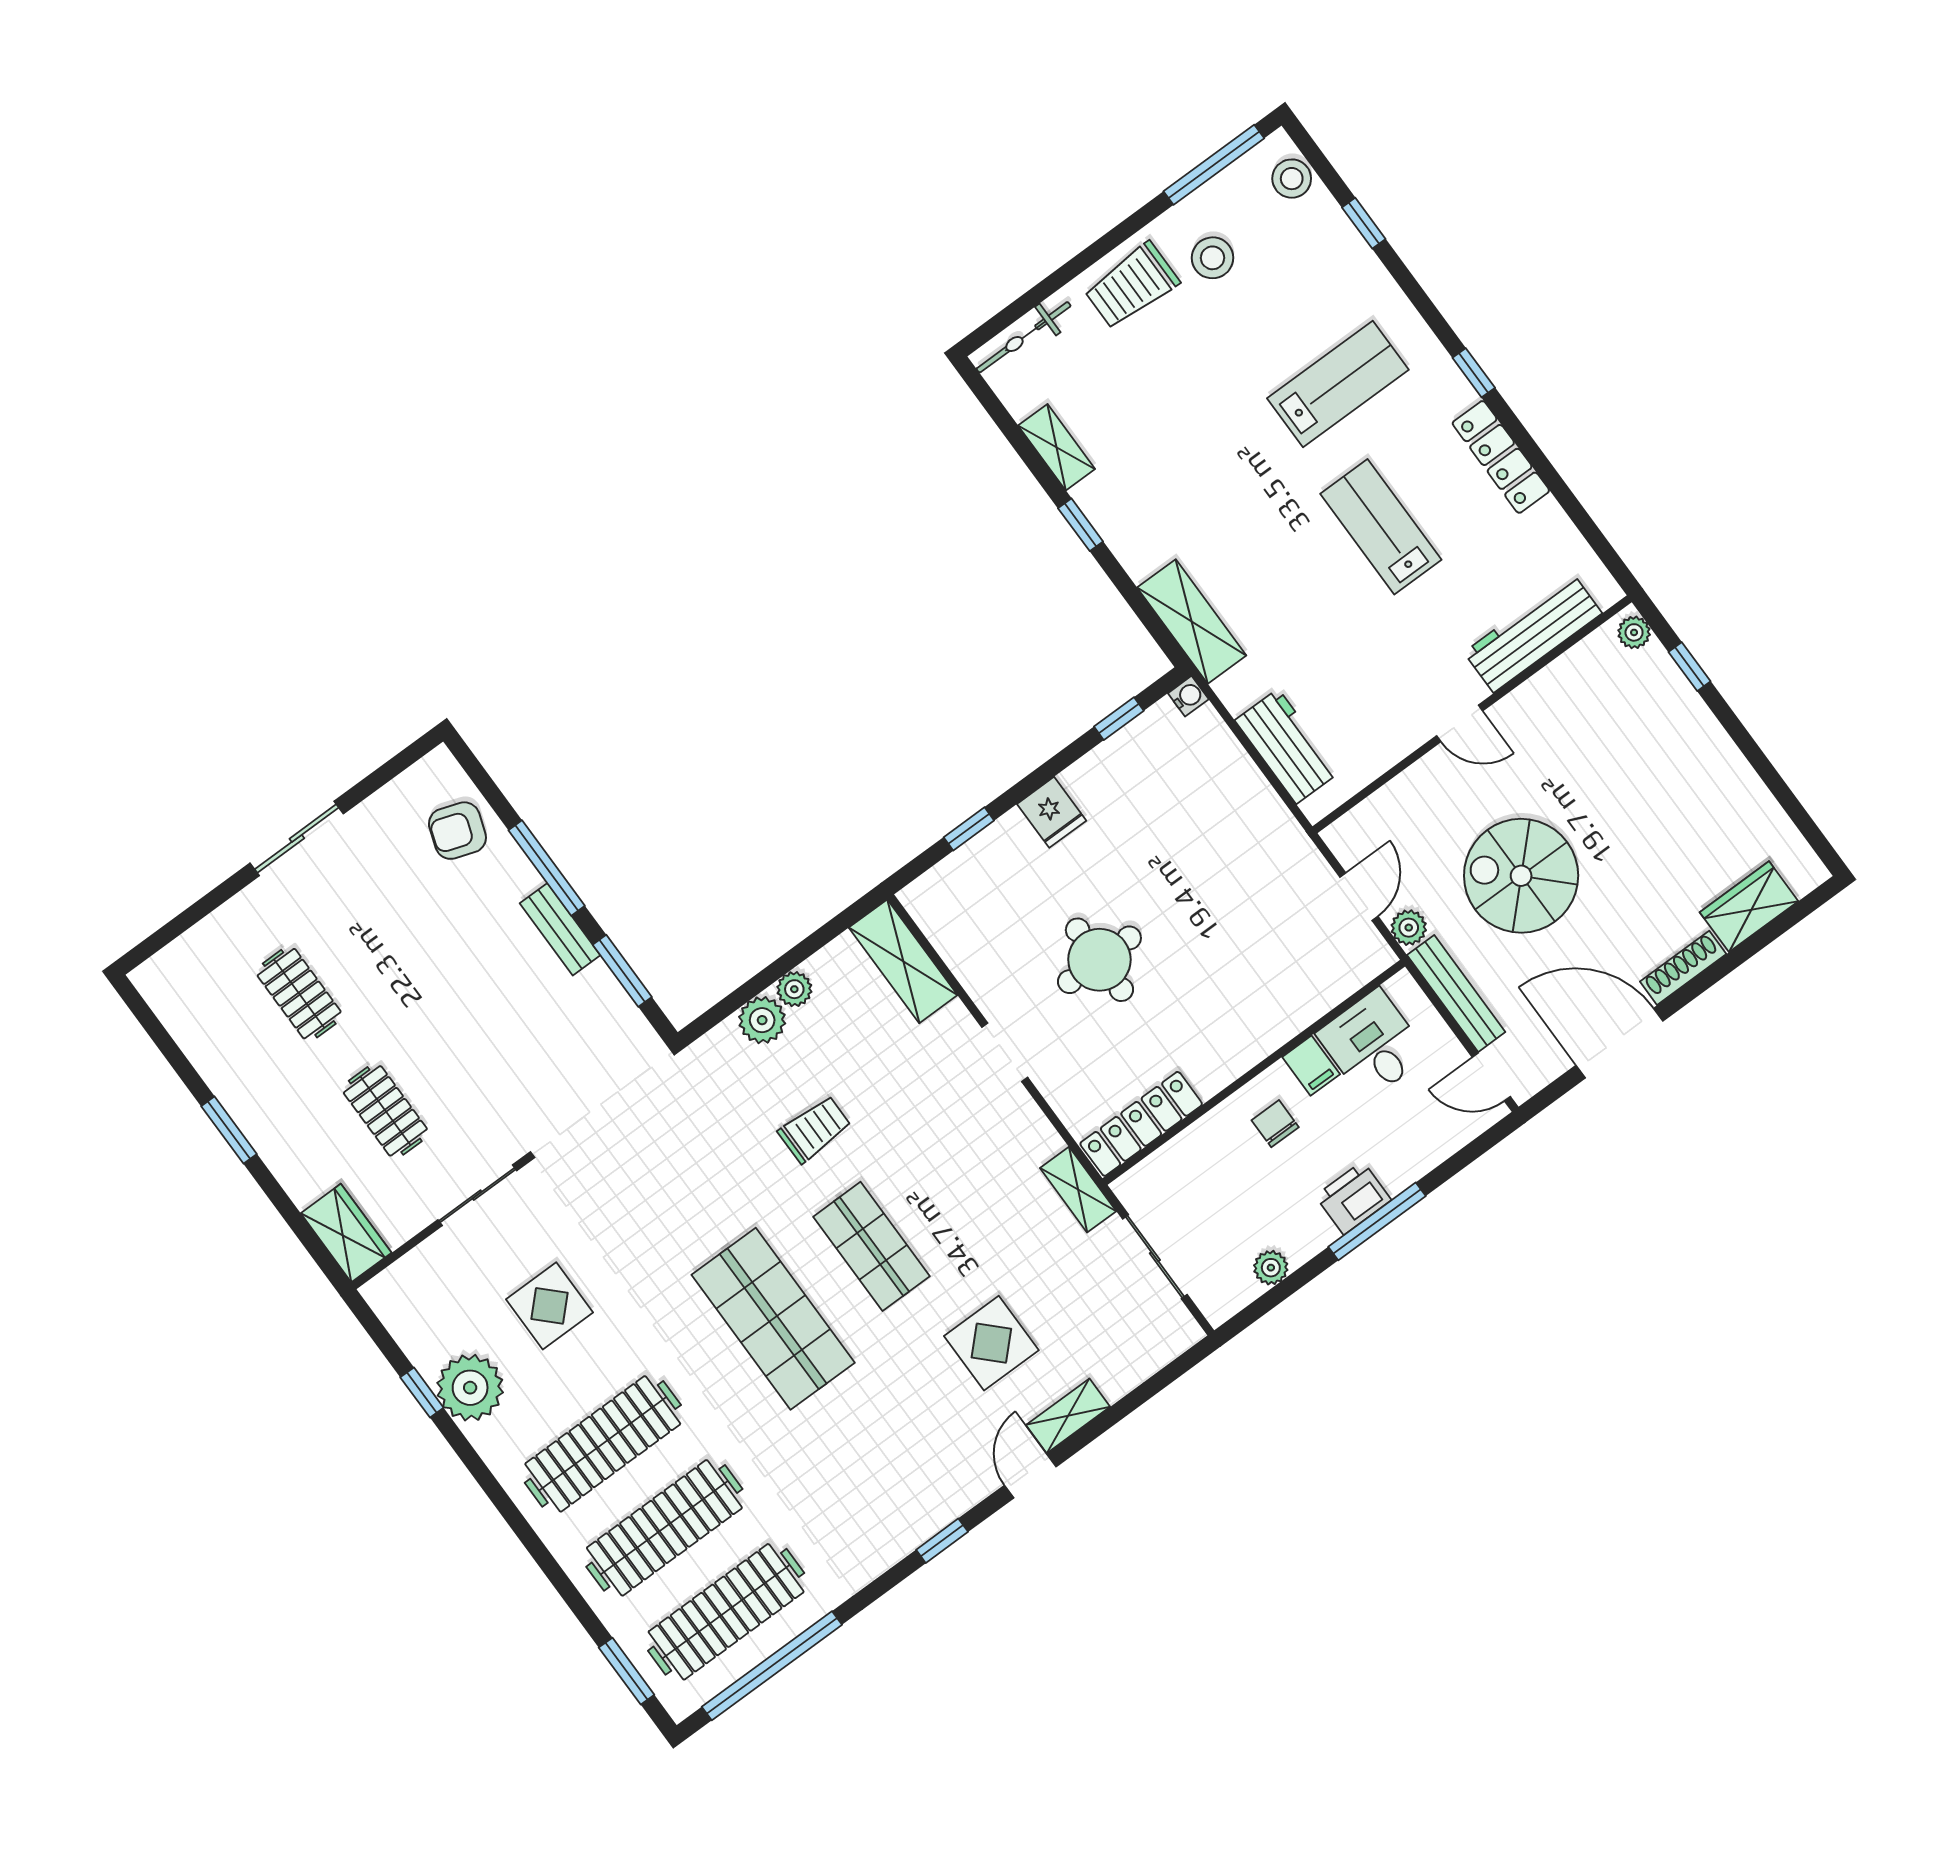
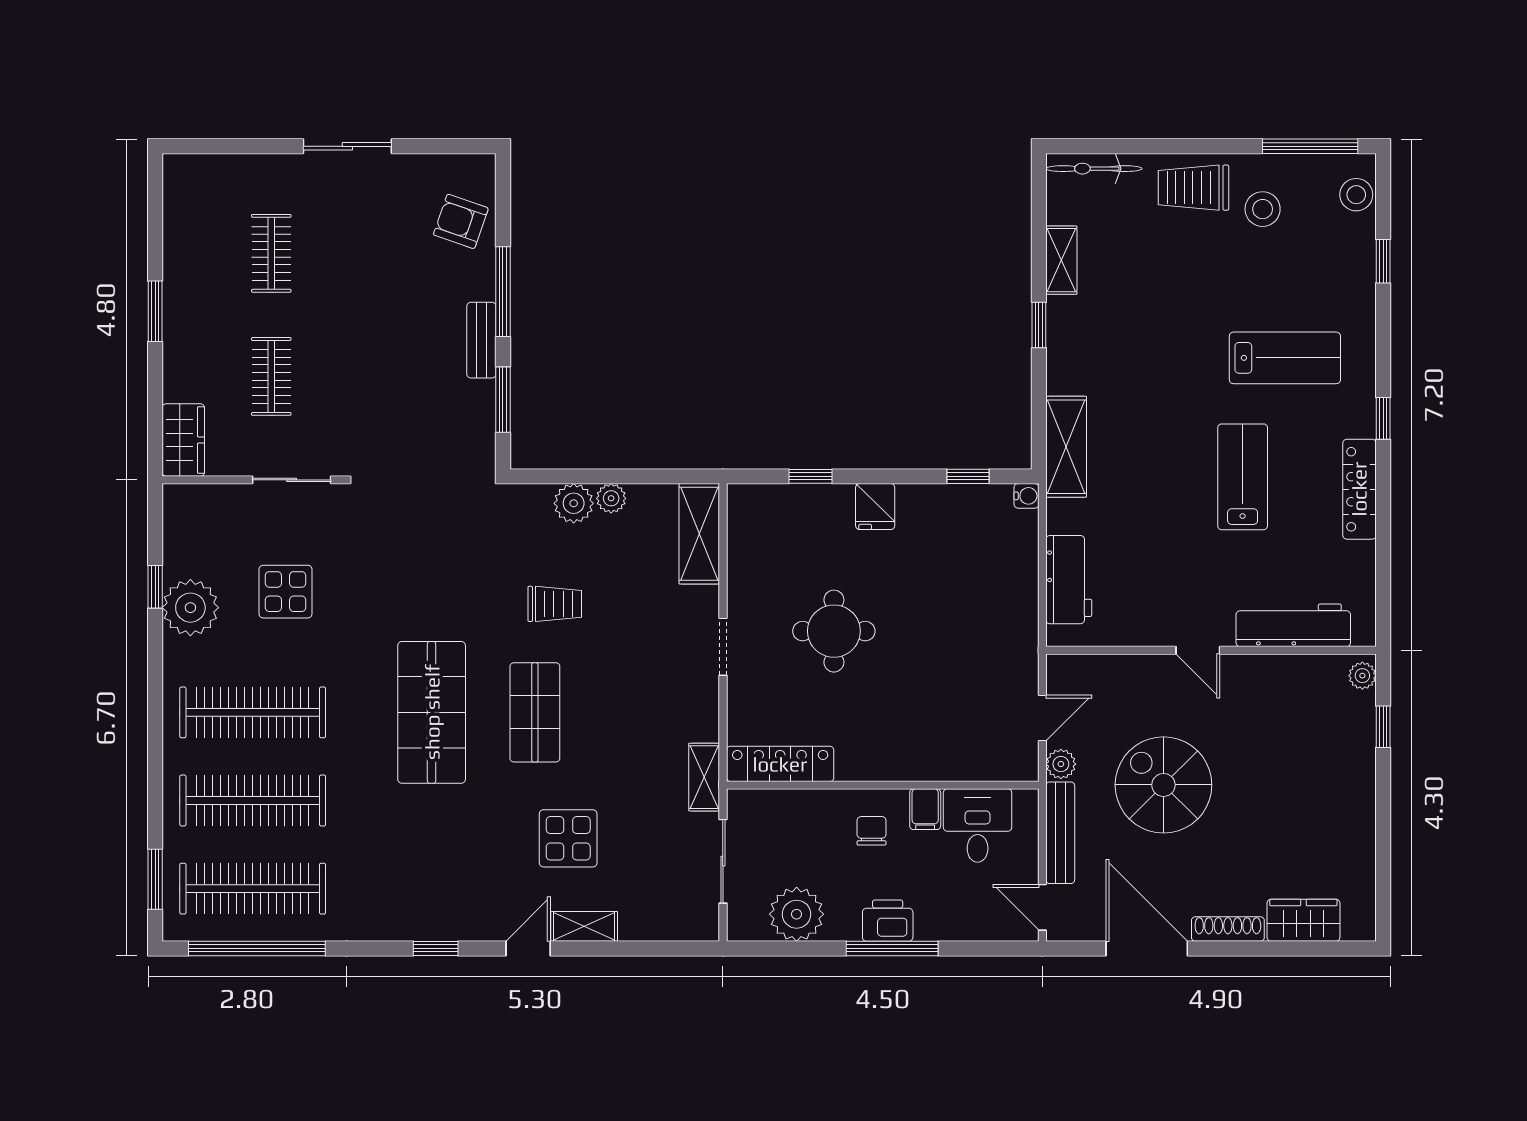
plant: (1271, 1268) -> (797, 914), width x1.88, depth x1.88

